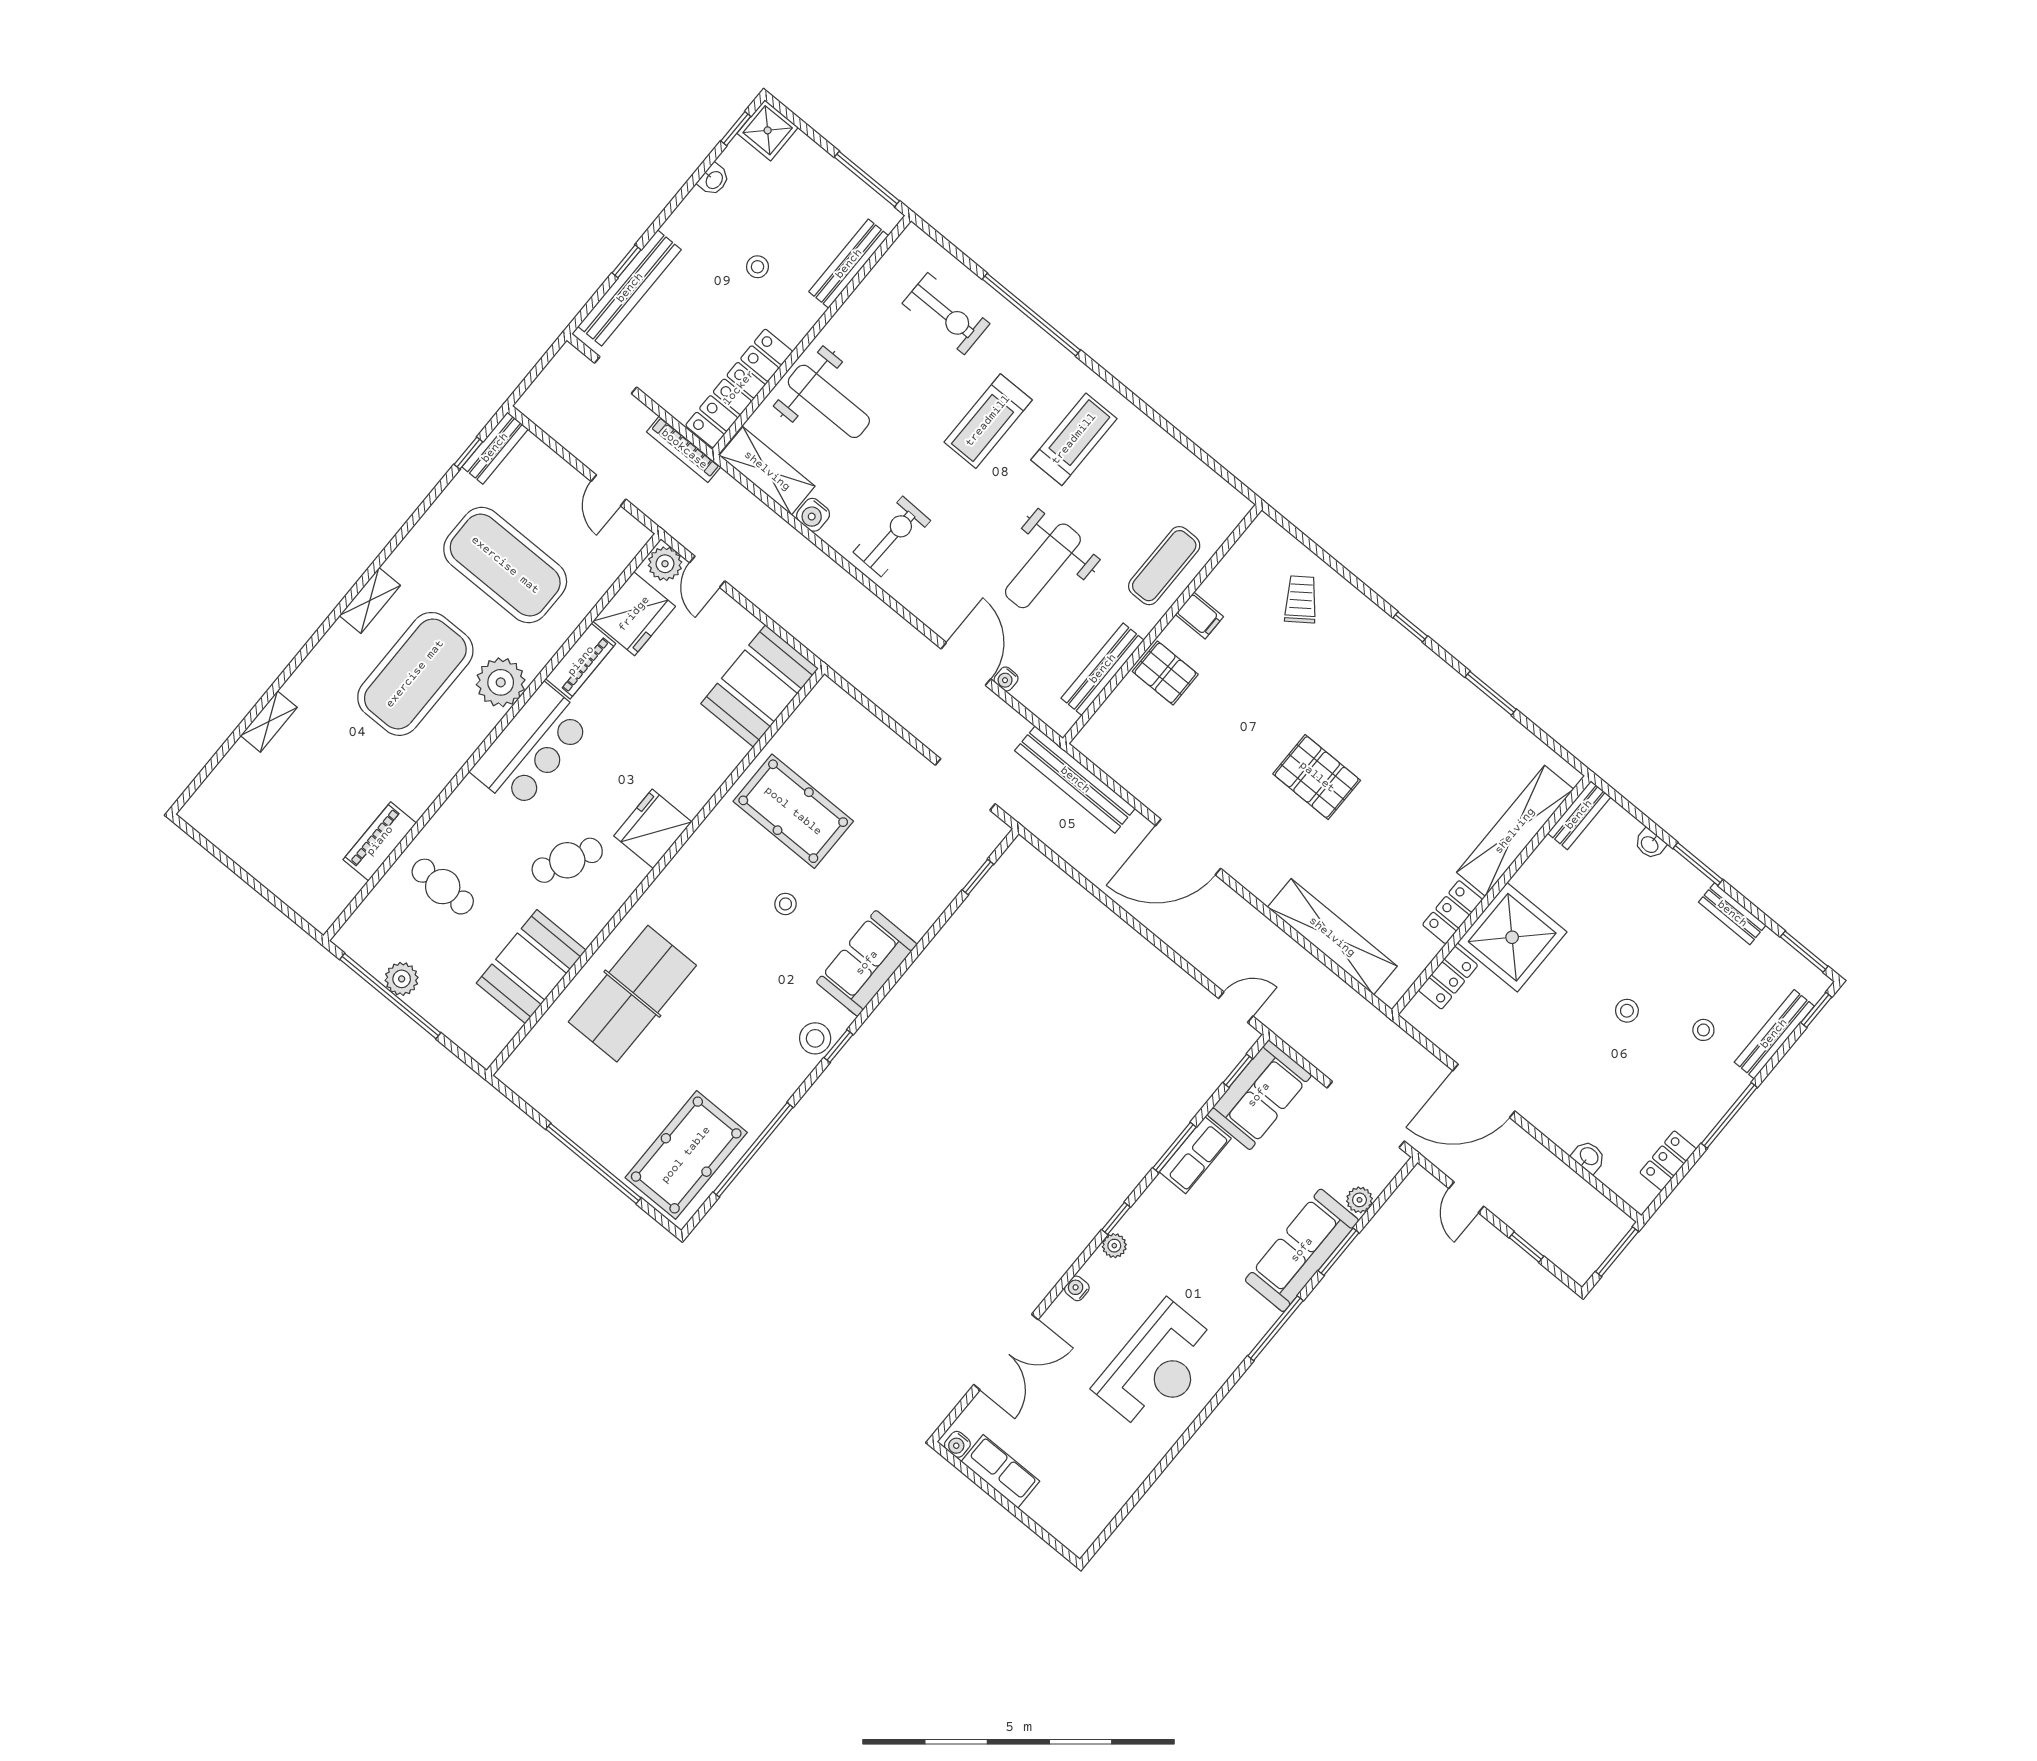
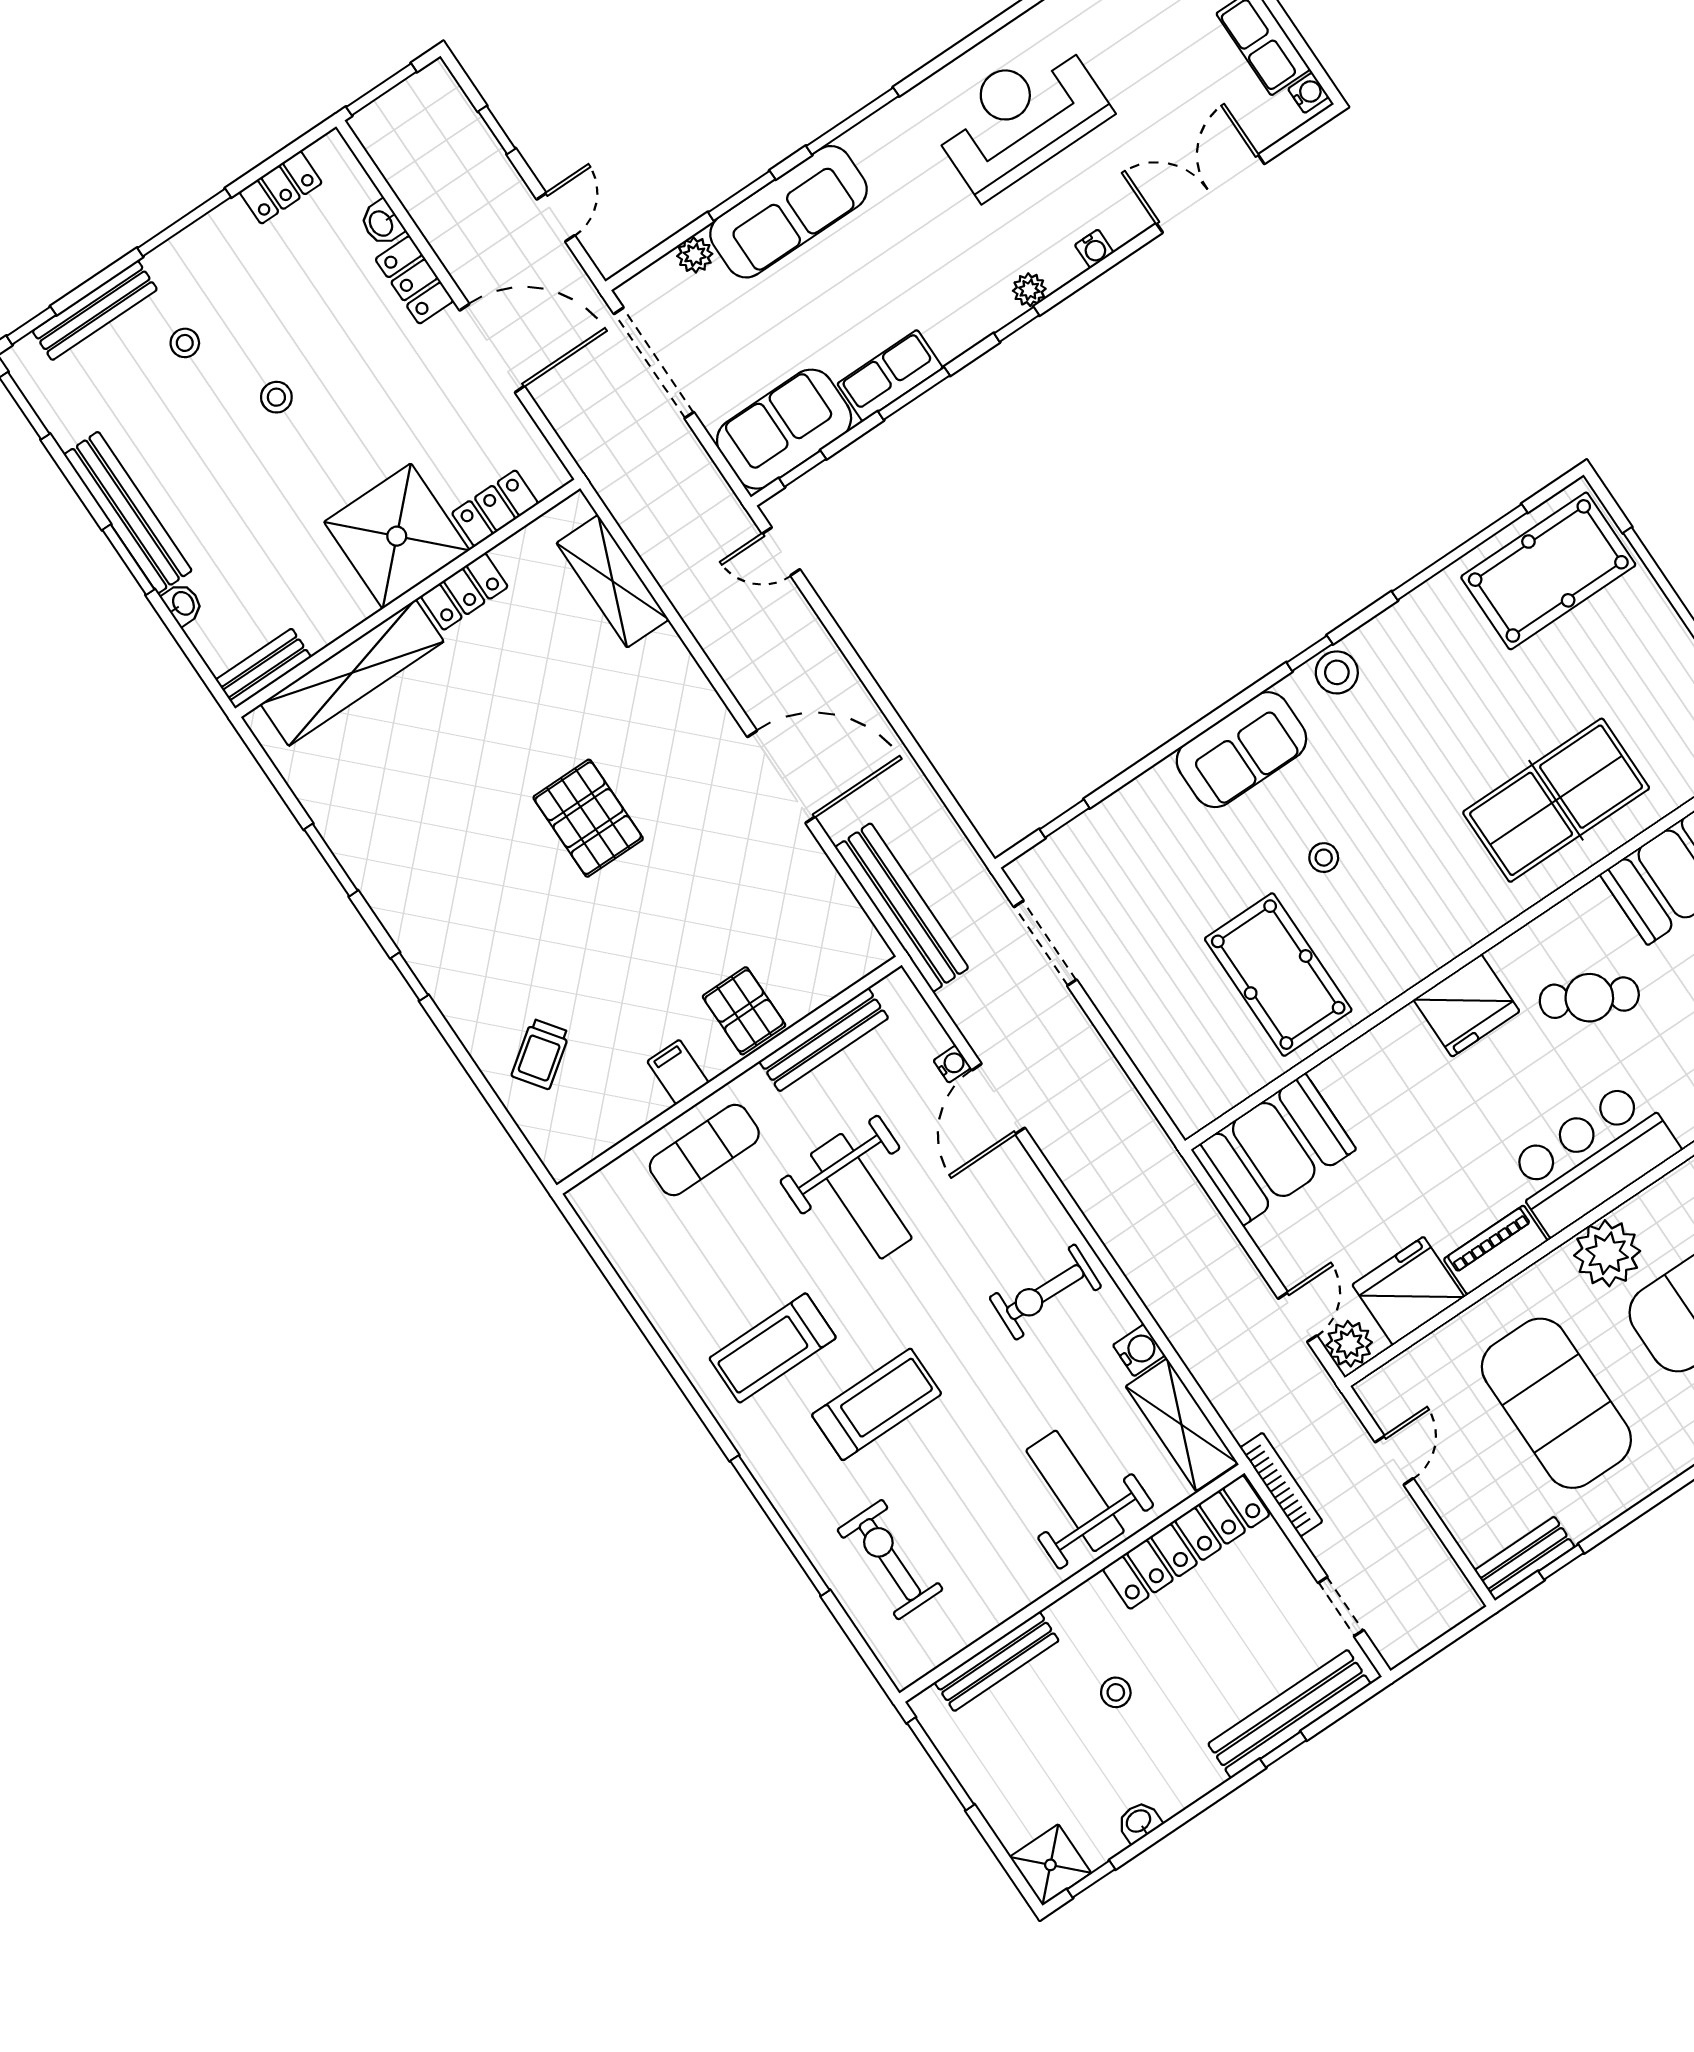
weight bench: (1043, 566) -> (861, 1196), turned 90
bench: (1732, 914) -> (128, 513), width x1.86, depth x1.21
shelving: (1332, 937) -> (613, 581), width x0.68
locker: (1553, 1123) -> (414, 280), added

